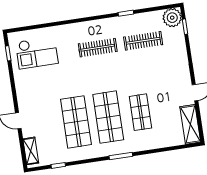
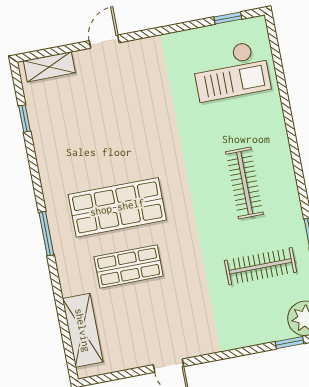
clothes rail: (143, 41) -> (260, 266), turned 90
checkout: (37, 53) -> (231, 71), turned -90
shop shelf: (76, 122) -> (106, 148), removed
shelving: (190, 124) -> (83, 330), moved, turned 90

